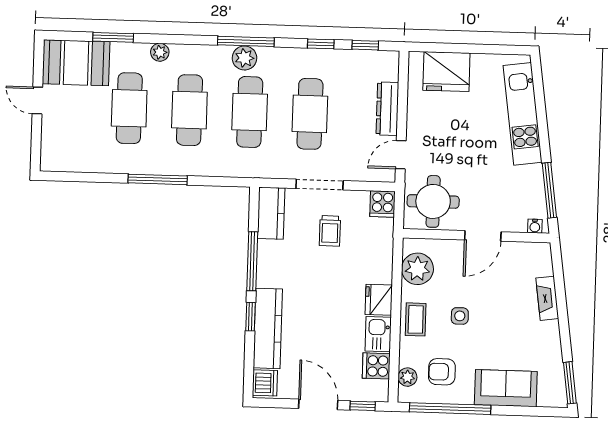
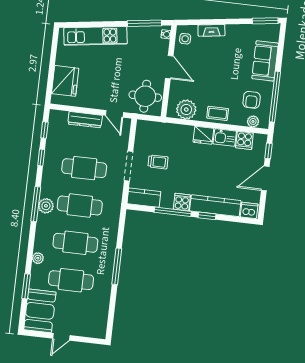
cooker: (382, 204) -> (182, 202), moved, turned -90
side table: (460, 316) -> (185, 39), moved

